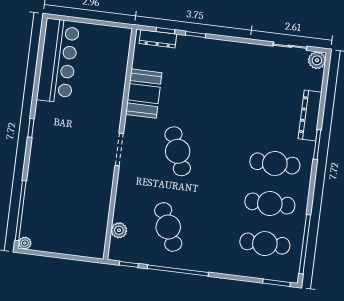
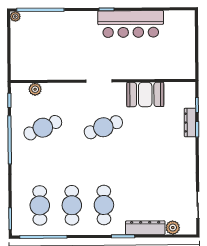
dresser: (158, 39) -> (190, 123), moved
plant: (317, 60) -> (173, 228), moved
bar counter: (58, 61) -> (131, 24), moved

